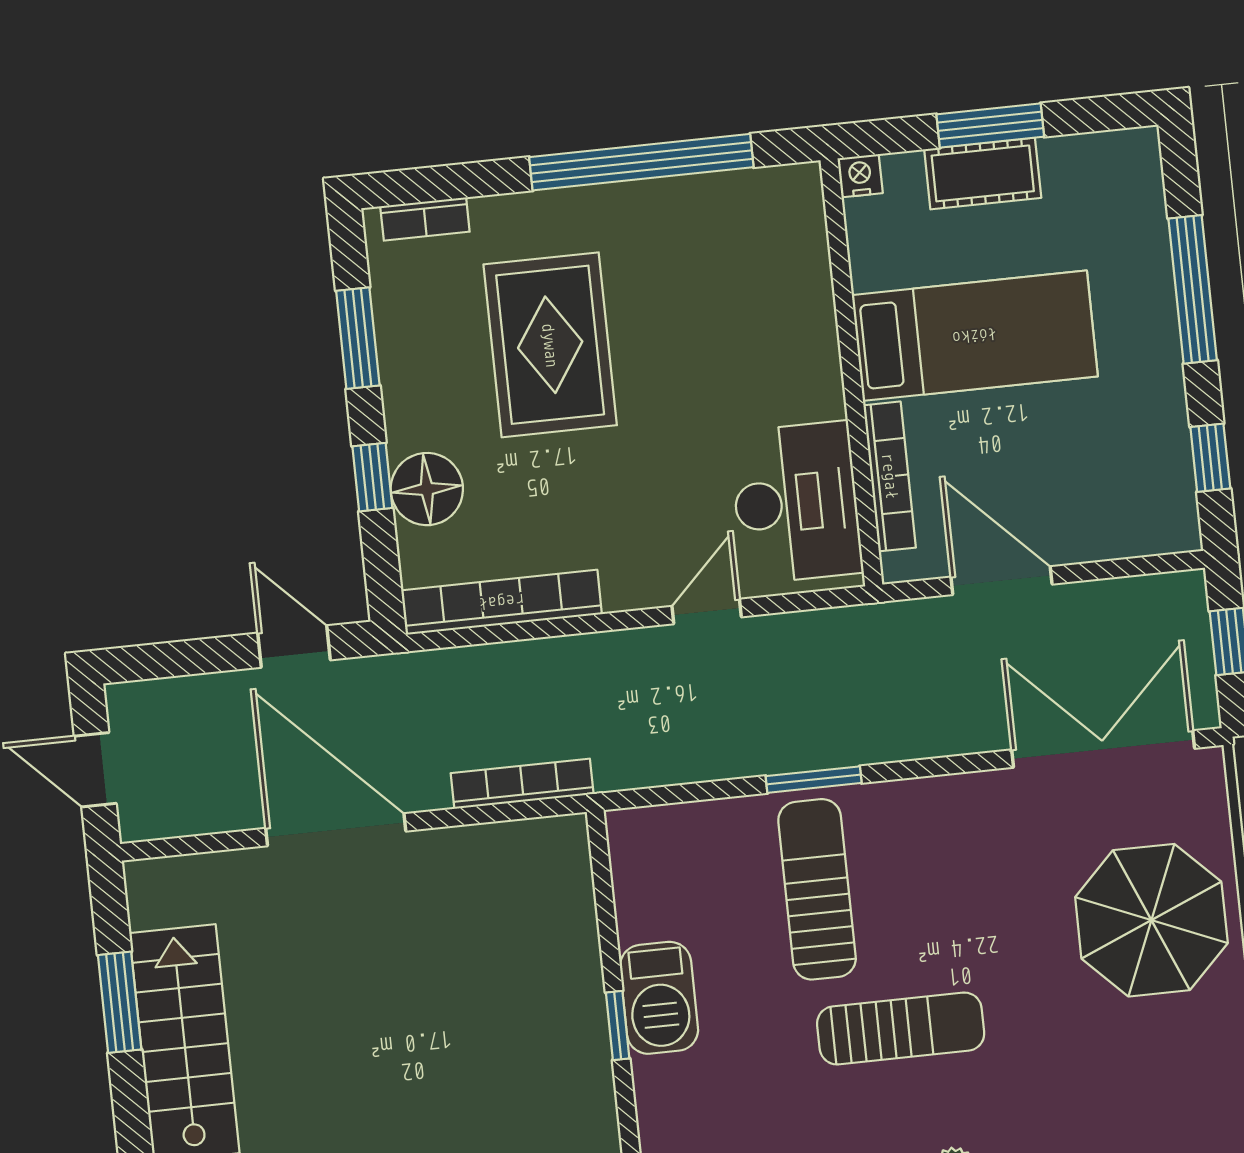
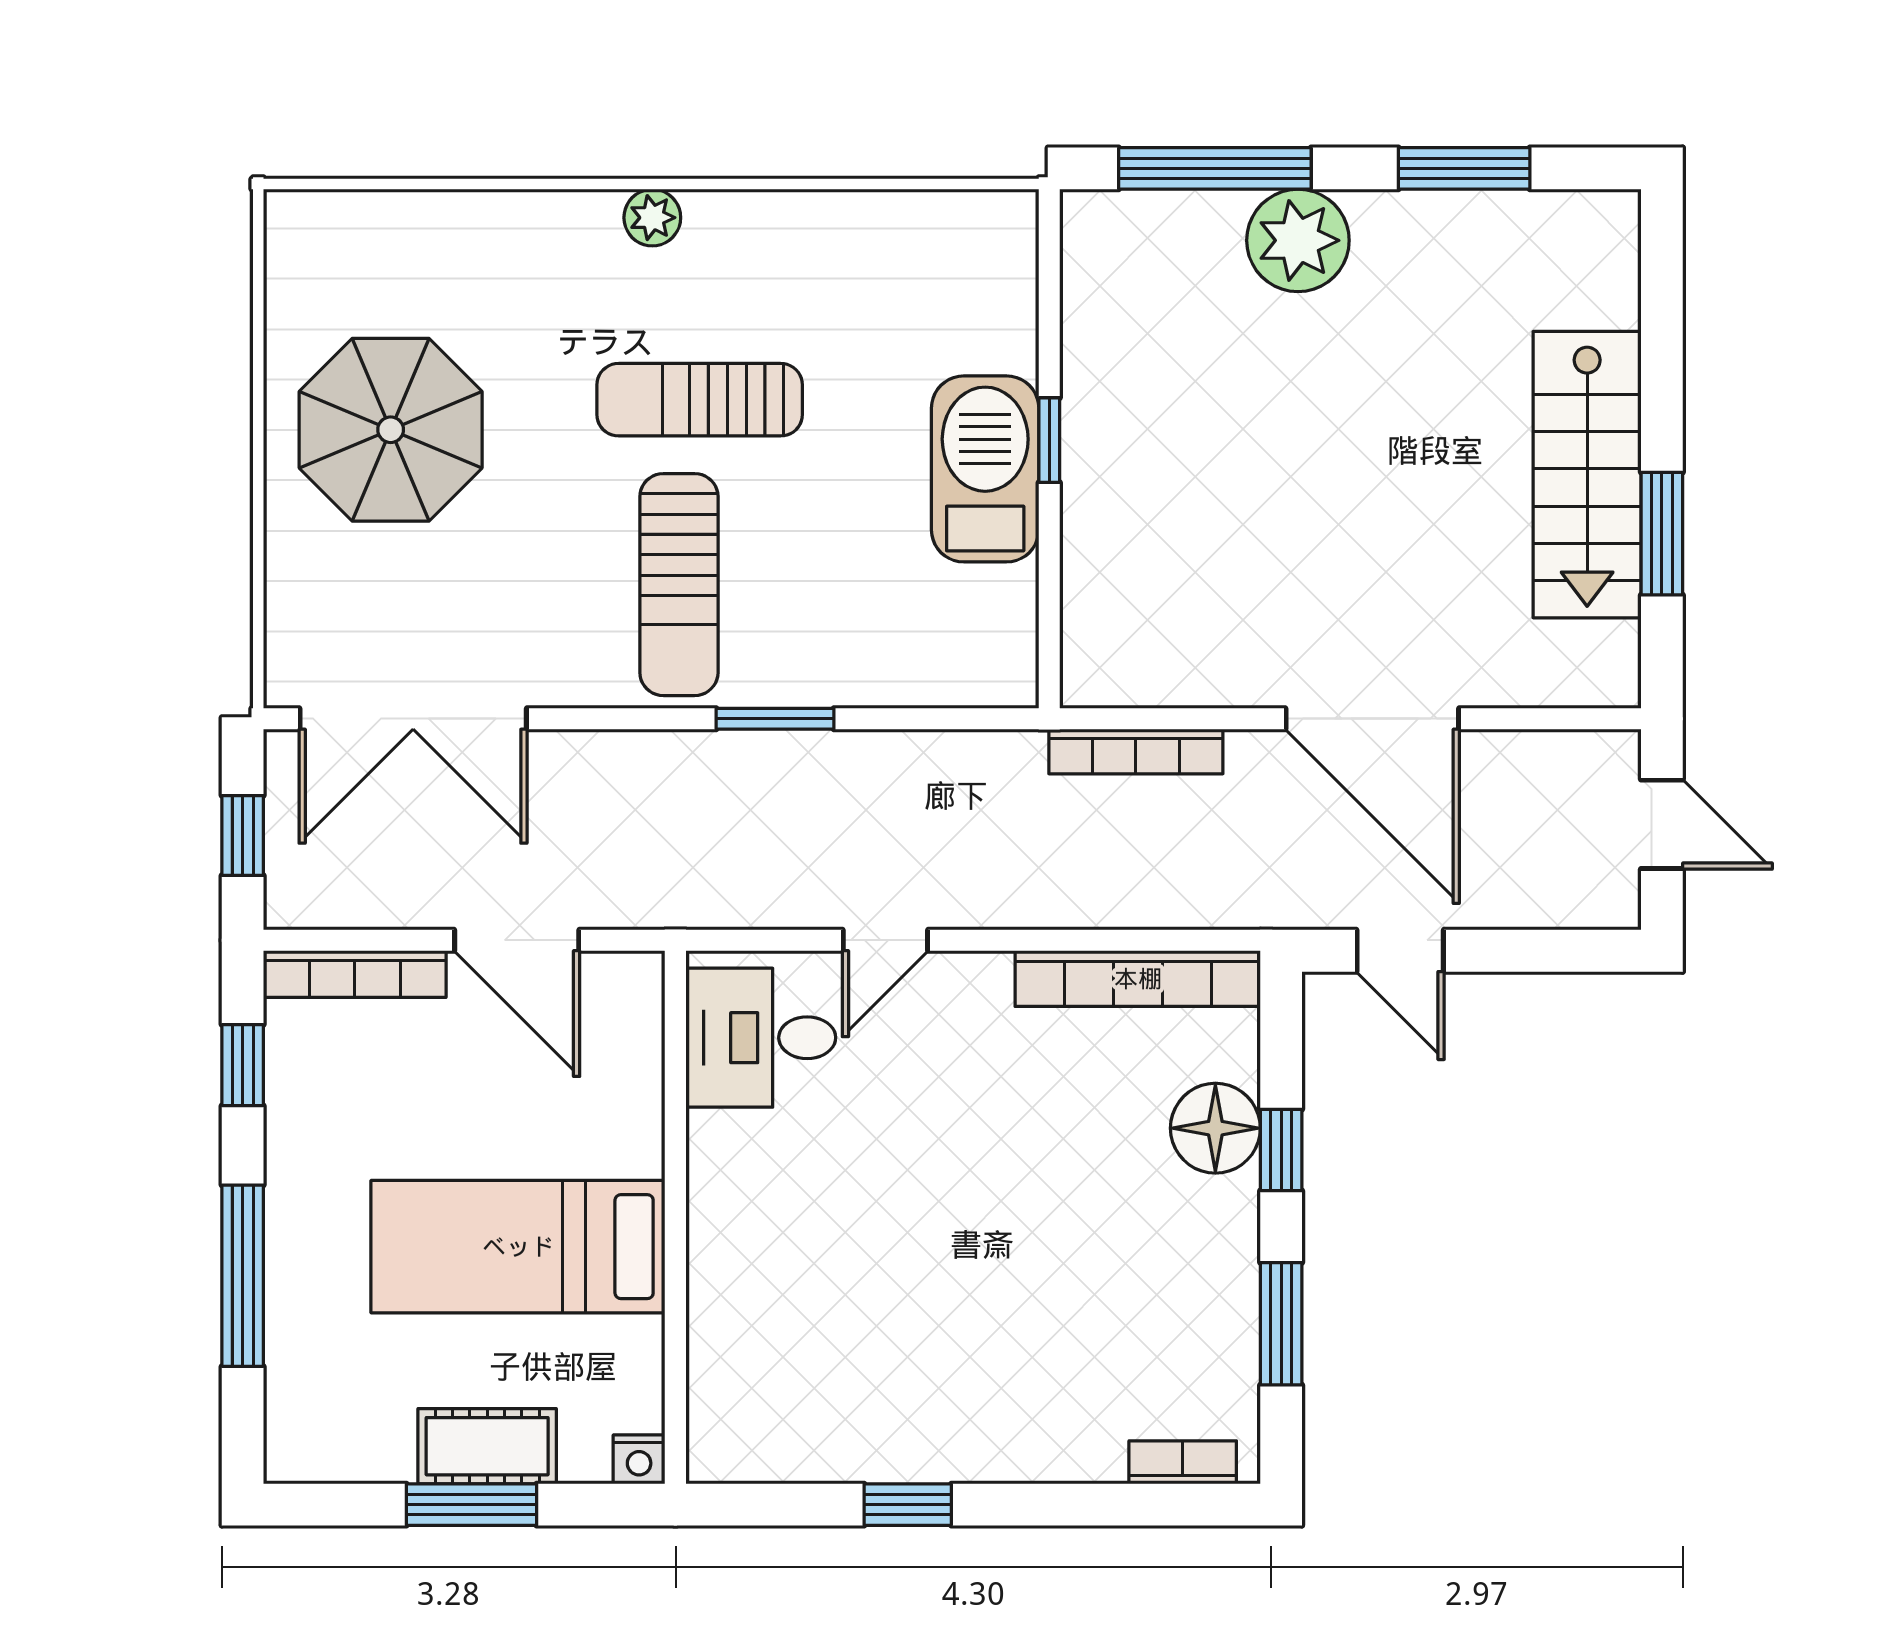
window: (641, 162) -> (908, 1505), width x0.32
rug: (550, 345) -> (1044, 1291), removed
bookcase: (890, 476) -> (355, 974), moved, turned -90
desk: (796, 503) -> (761, 1038), width x0.73
sun lounger: (817, 889) -> (679, 585), moved
parasol: (1151, 920) -> (391, 430), moved
barbecue: (659, 998) -> (985, 469), width x1.37, depth x1.21

